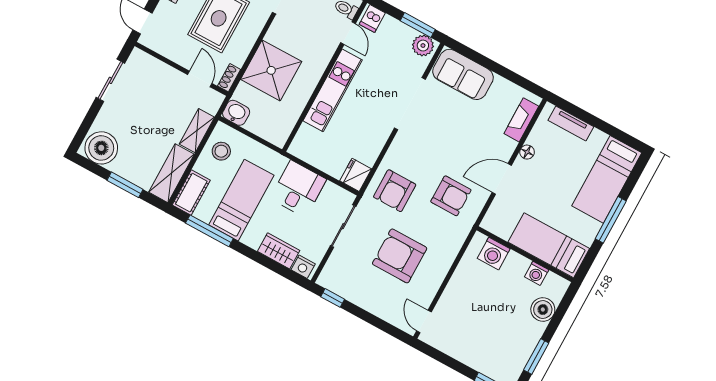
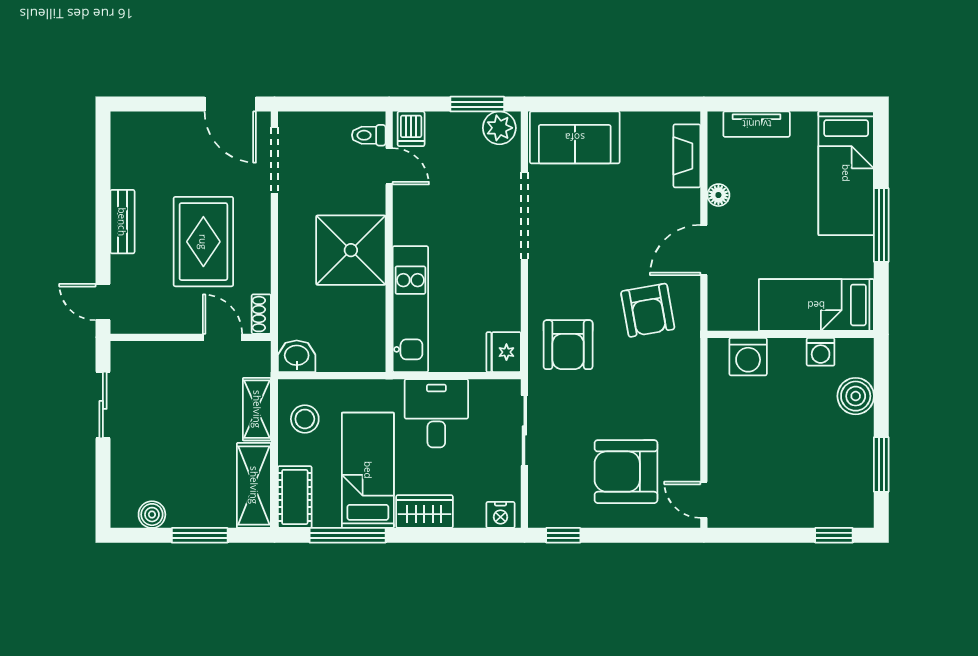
shower: (271, 70) -> (351, 250), moved
kitchen unit: (333, 90) -> (410, 309), moved
boiler: (101, 148) -> (152, 515), width x0.54, depth x0.54
armchair: (451, 196) -> (648, 310), turned 80
wardrobe: (279, 251) -> (424, 512), moved
armchair: (400, 256) -> (626, 472), moved

